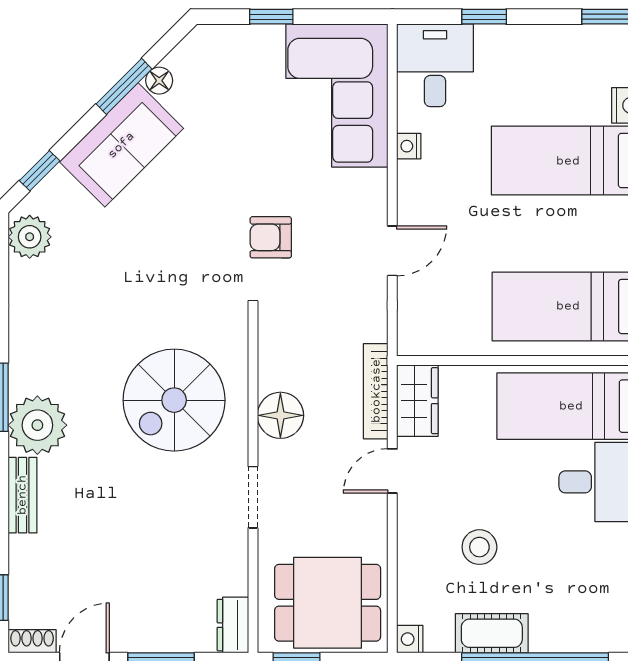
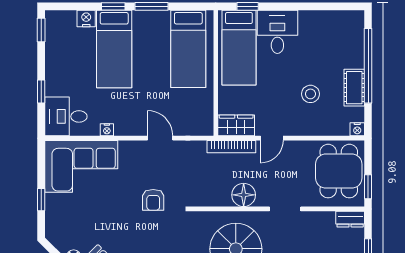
door: (392, 471) -> (272, 138), hinge flipped

